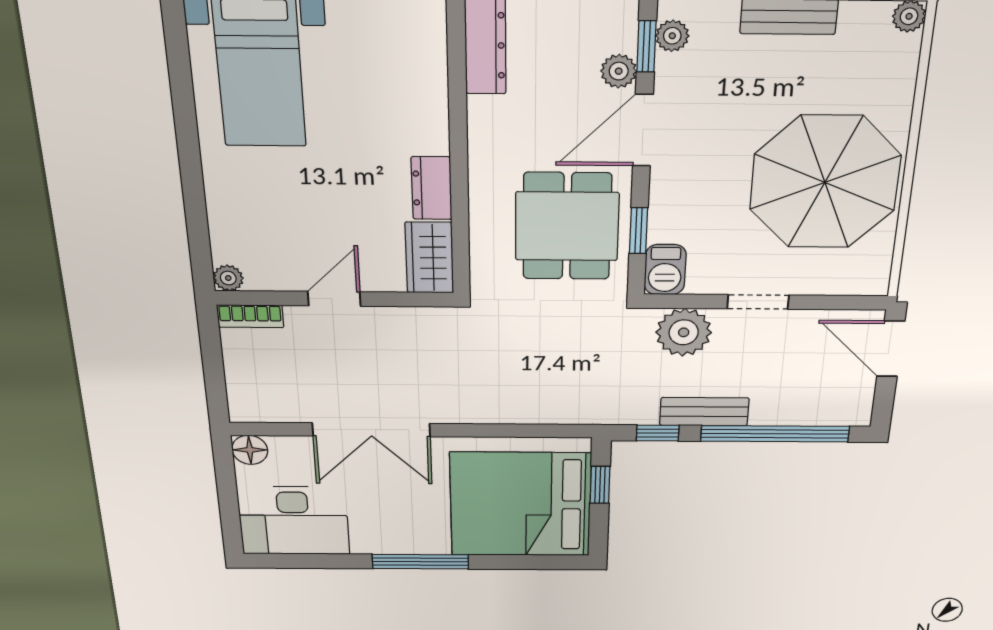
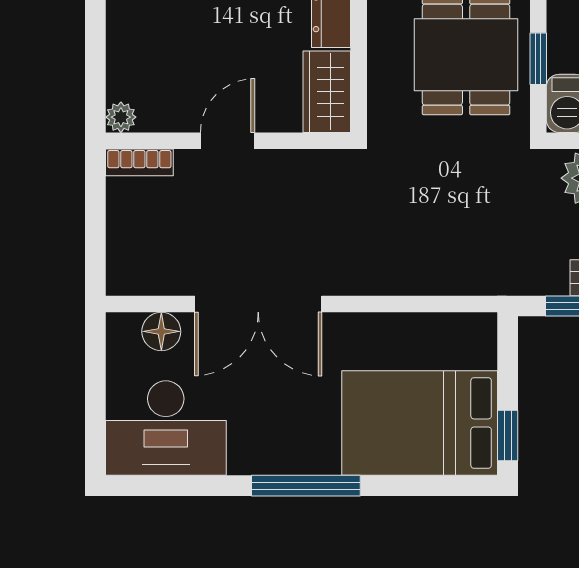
floor lamp: (250, 450) -> (161, 331), moved
window: (600, 485) -> (508, 436), moved
bed: (520, 505) -> (420, 423), width x0.73

